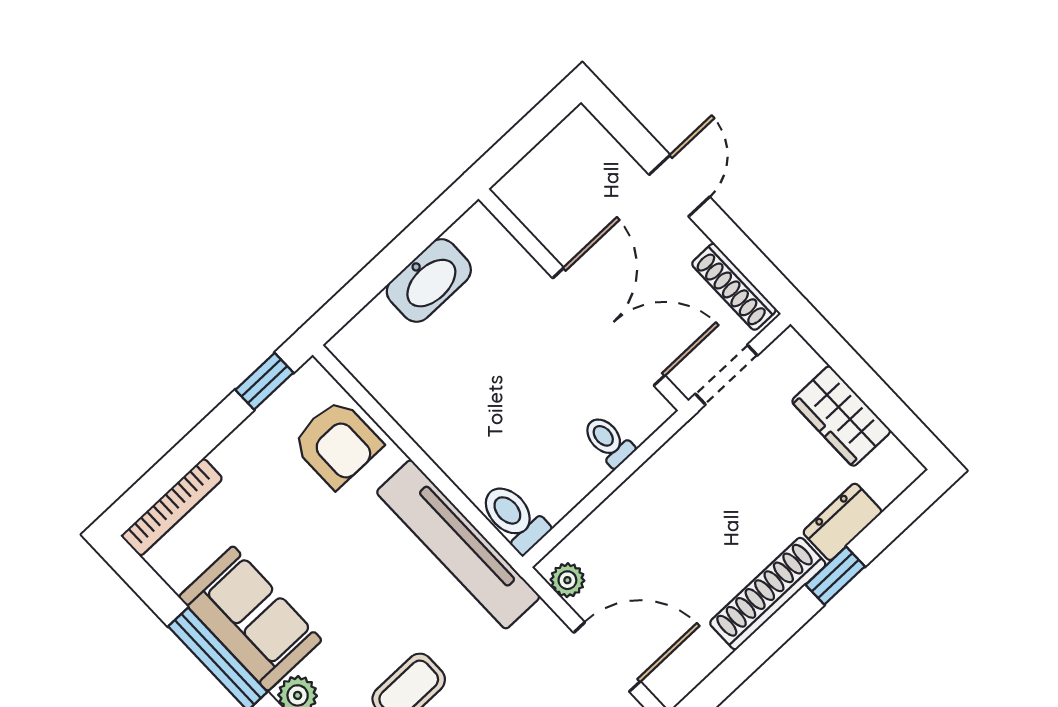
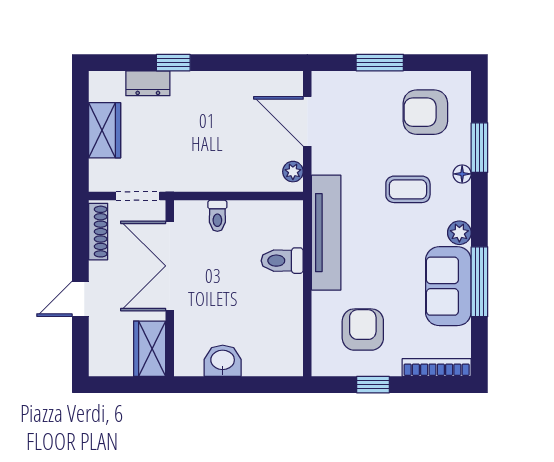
wardrobe: (539, 204) -> (150, 349), added
washbasin: (429, 280) -> (223, 361), width x0.72
window: (264, 381) -> (373, 385), moved
armchair: (337, 444) -> (363, 330), moved
toilet: (514, 518) -> (282, 261), moved, turned 90
shoe rack: (768, 594) -> (210, 83), removed

